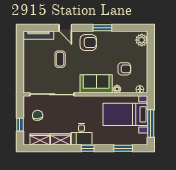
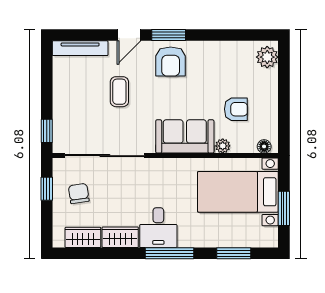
door: (65, 28) -> (129, 35), hinge flipped
window: (102, 28) -> (169, 35), moved
armchair: (88, 43) -> (171, 62), turned 90
window: (20, 81) -> (47, 131), added
window: (151, 124) -> (284, 208), width x0.69
window: (20, 125) -> (47, 189), moved
window: (88, 148) -> (169, 253), width x2.17

